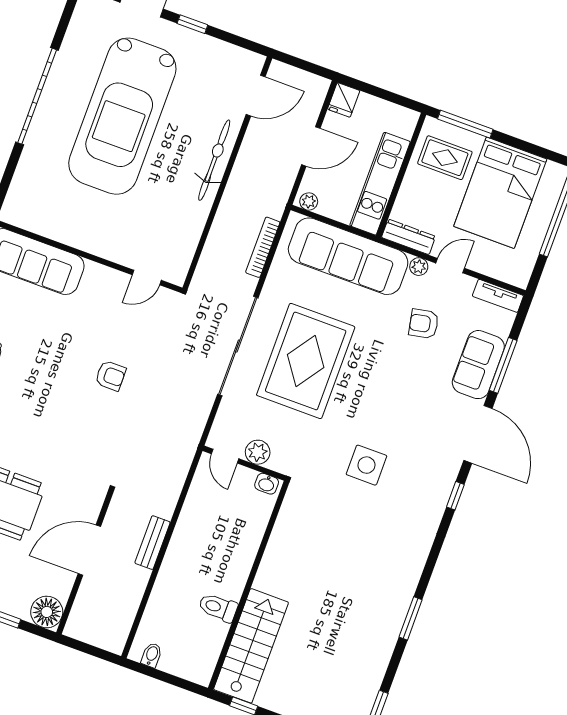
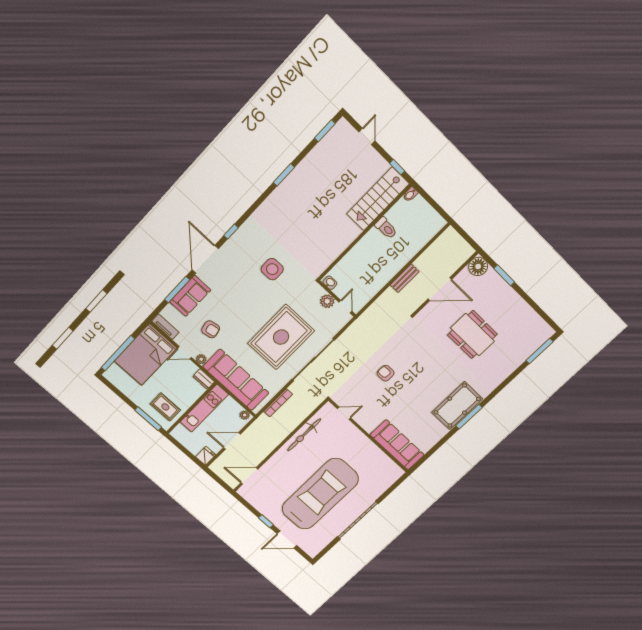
bicycle: (214, 160) -> (304, 435), moved
bed: (500, 193) -> (146, 355), moved, turned 180
dresser: (409, 237) -> (204, 379), width x0.70
bidet: (152, 655) -> (410, 194), moved

